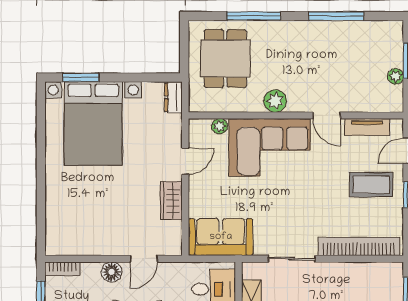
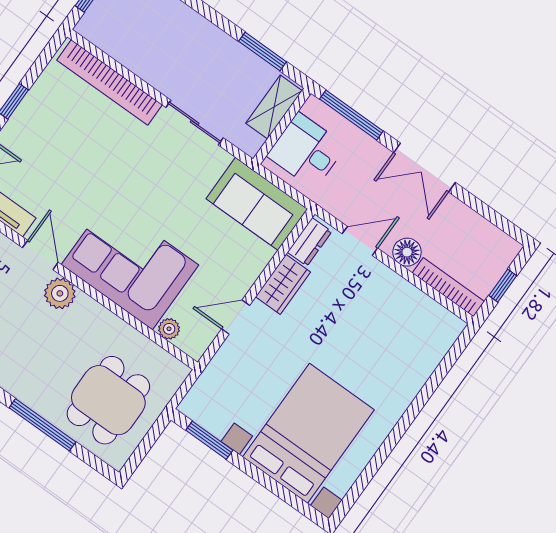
window: (81, 77) -> (209, 440), moved
dresser: (173, 97) -> (310, 242), moved
plant: (275, 101) -> (60, 293), moved
coffee table: (371, 185) -> (46, 142), removed
bookcase: (62, 269) -> (448, 287), width x1.56

